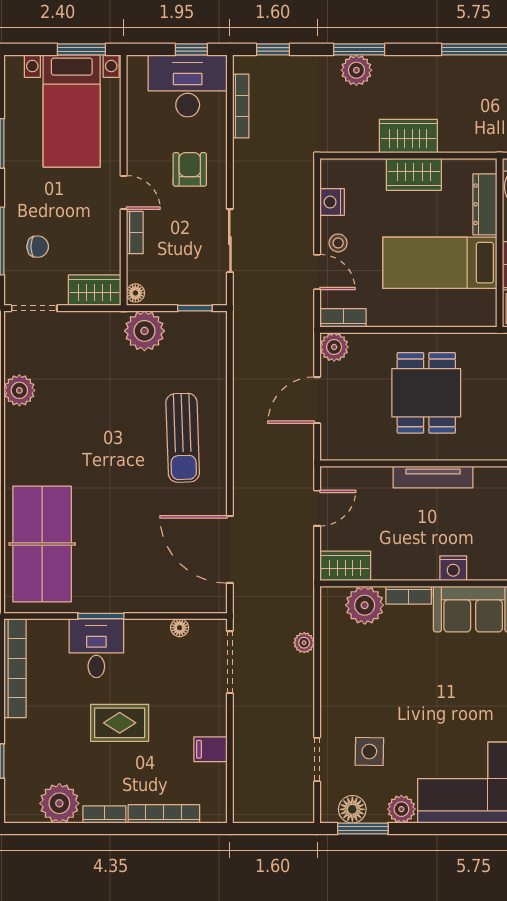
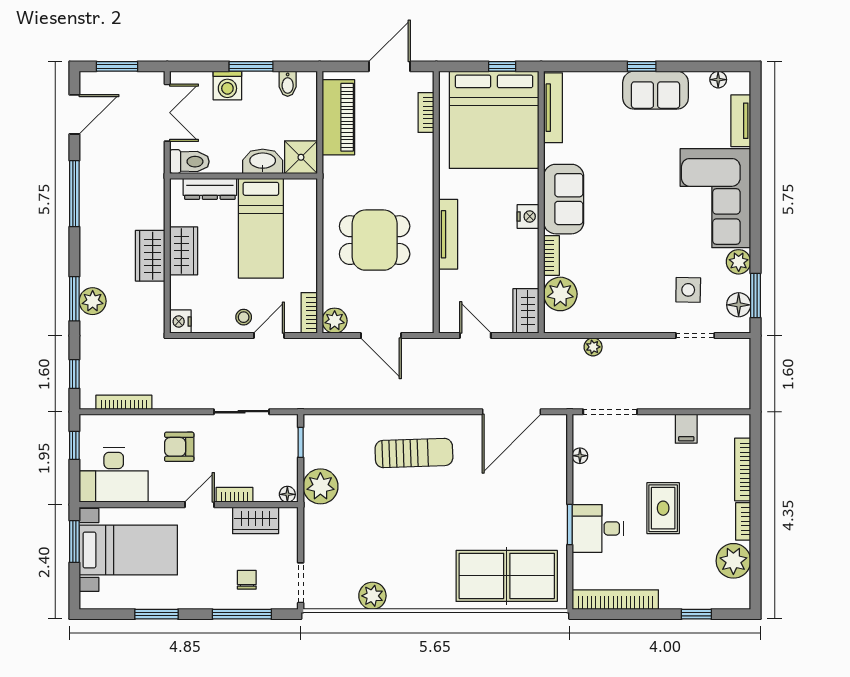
desk: (188, 86) -> (114, 475), moved, turned -90
nightstand: (332, 202) -> (180, 322), moved, turned 90
wardrobe: (95, 290) -> (256, 520), moved, turned -90

